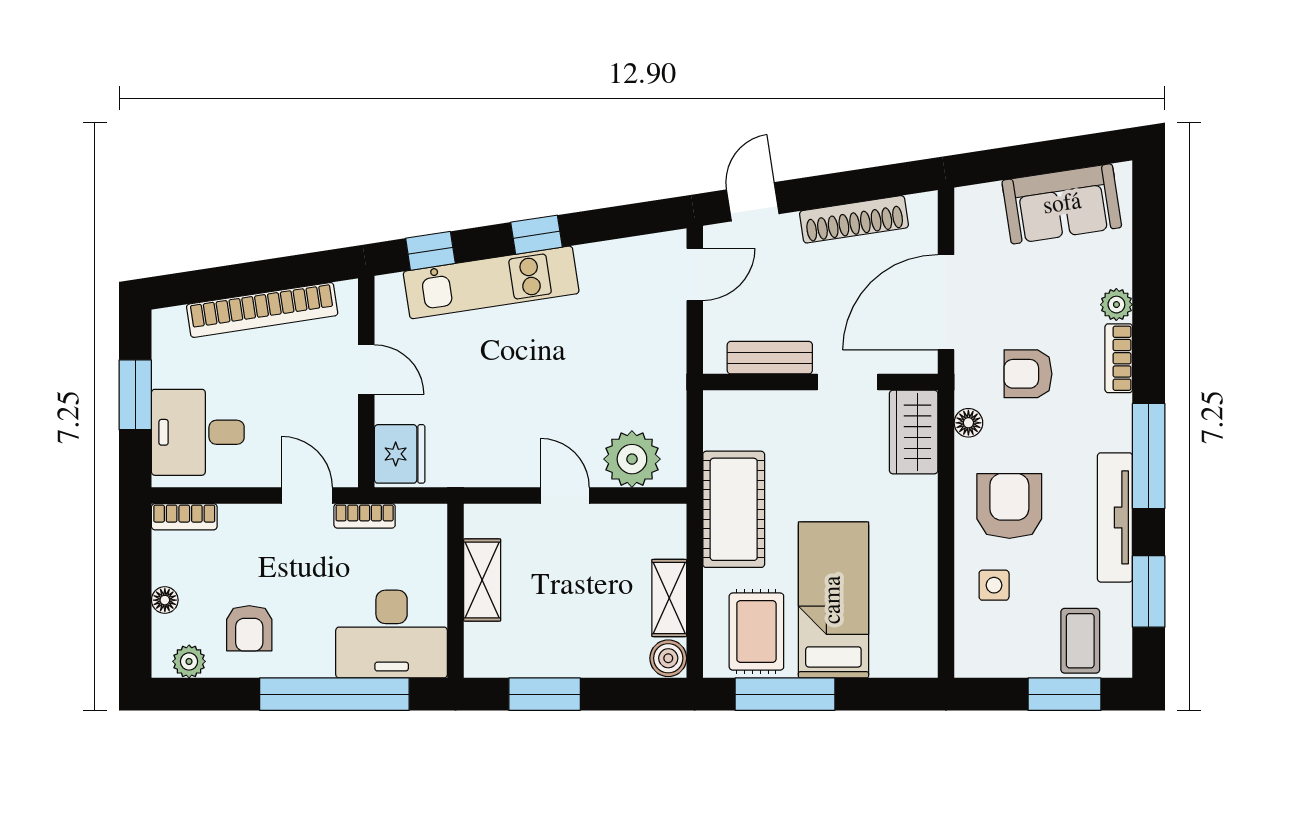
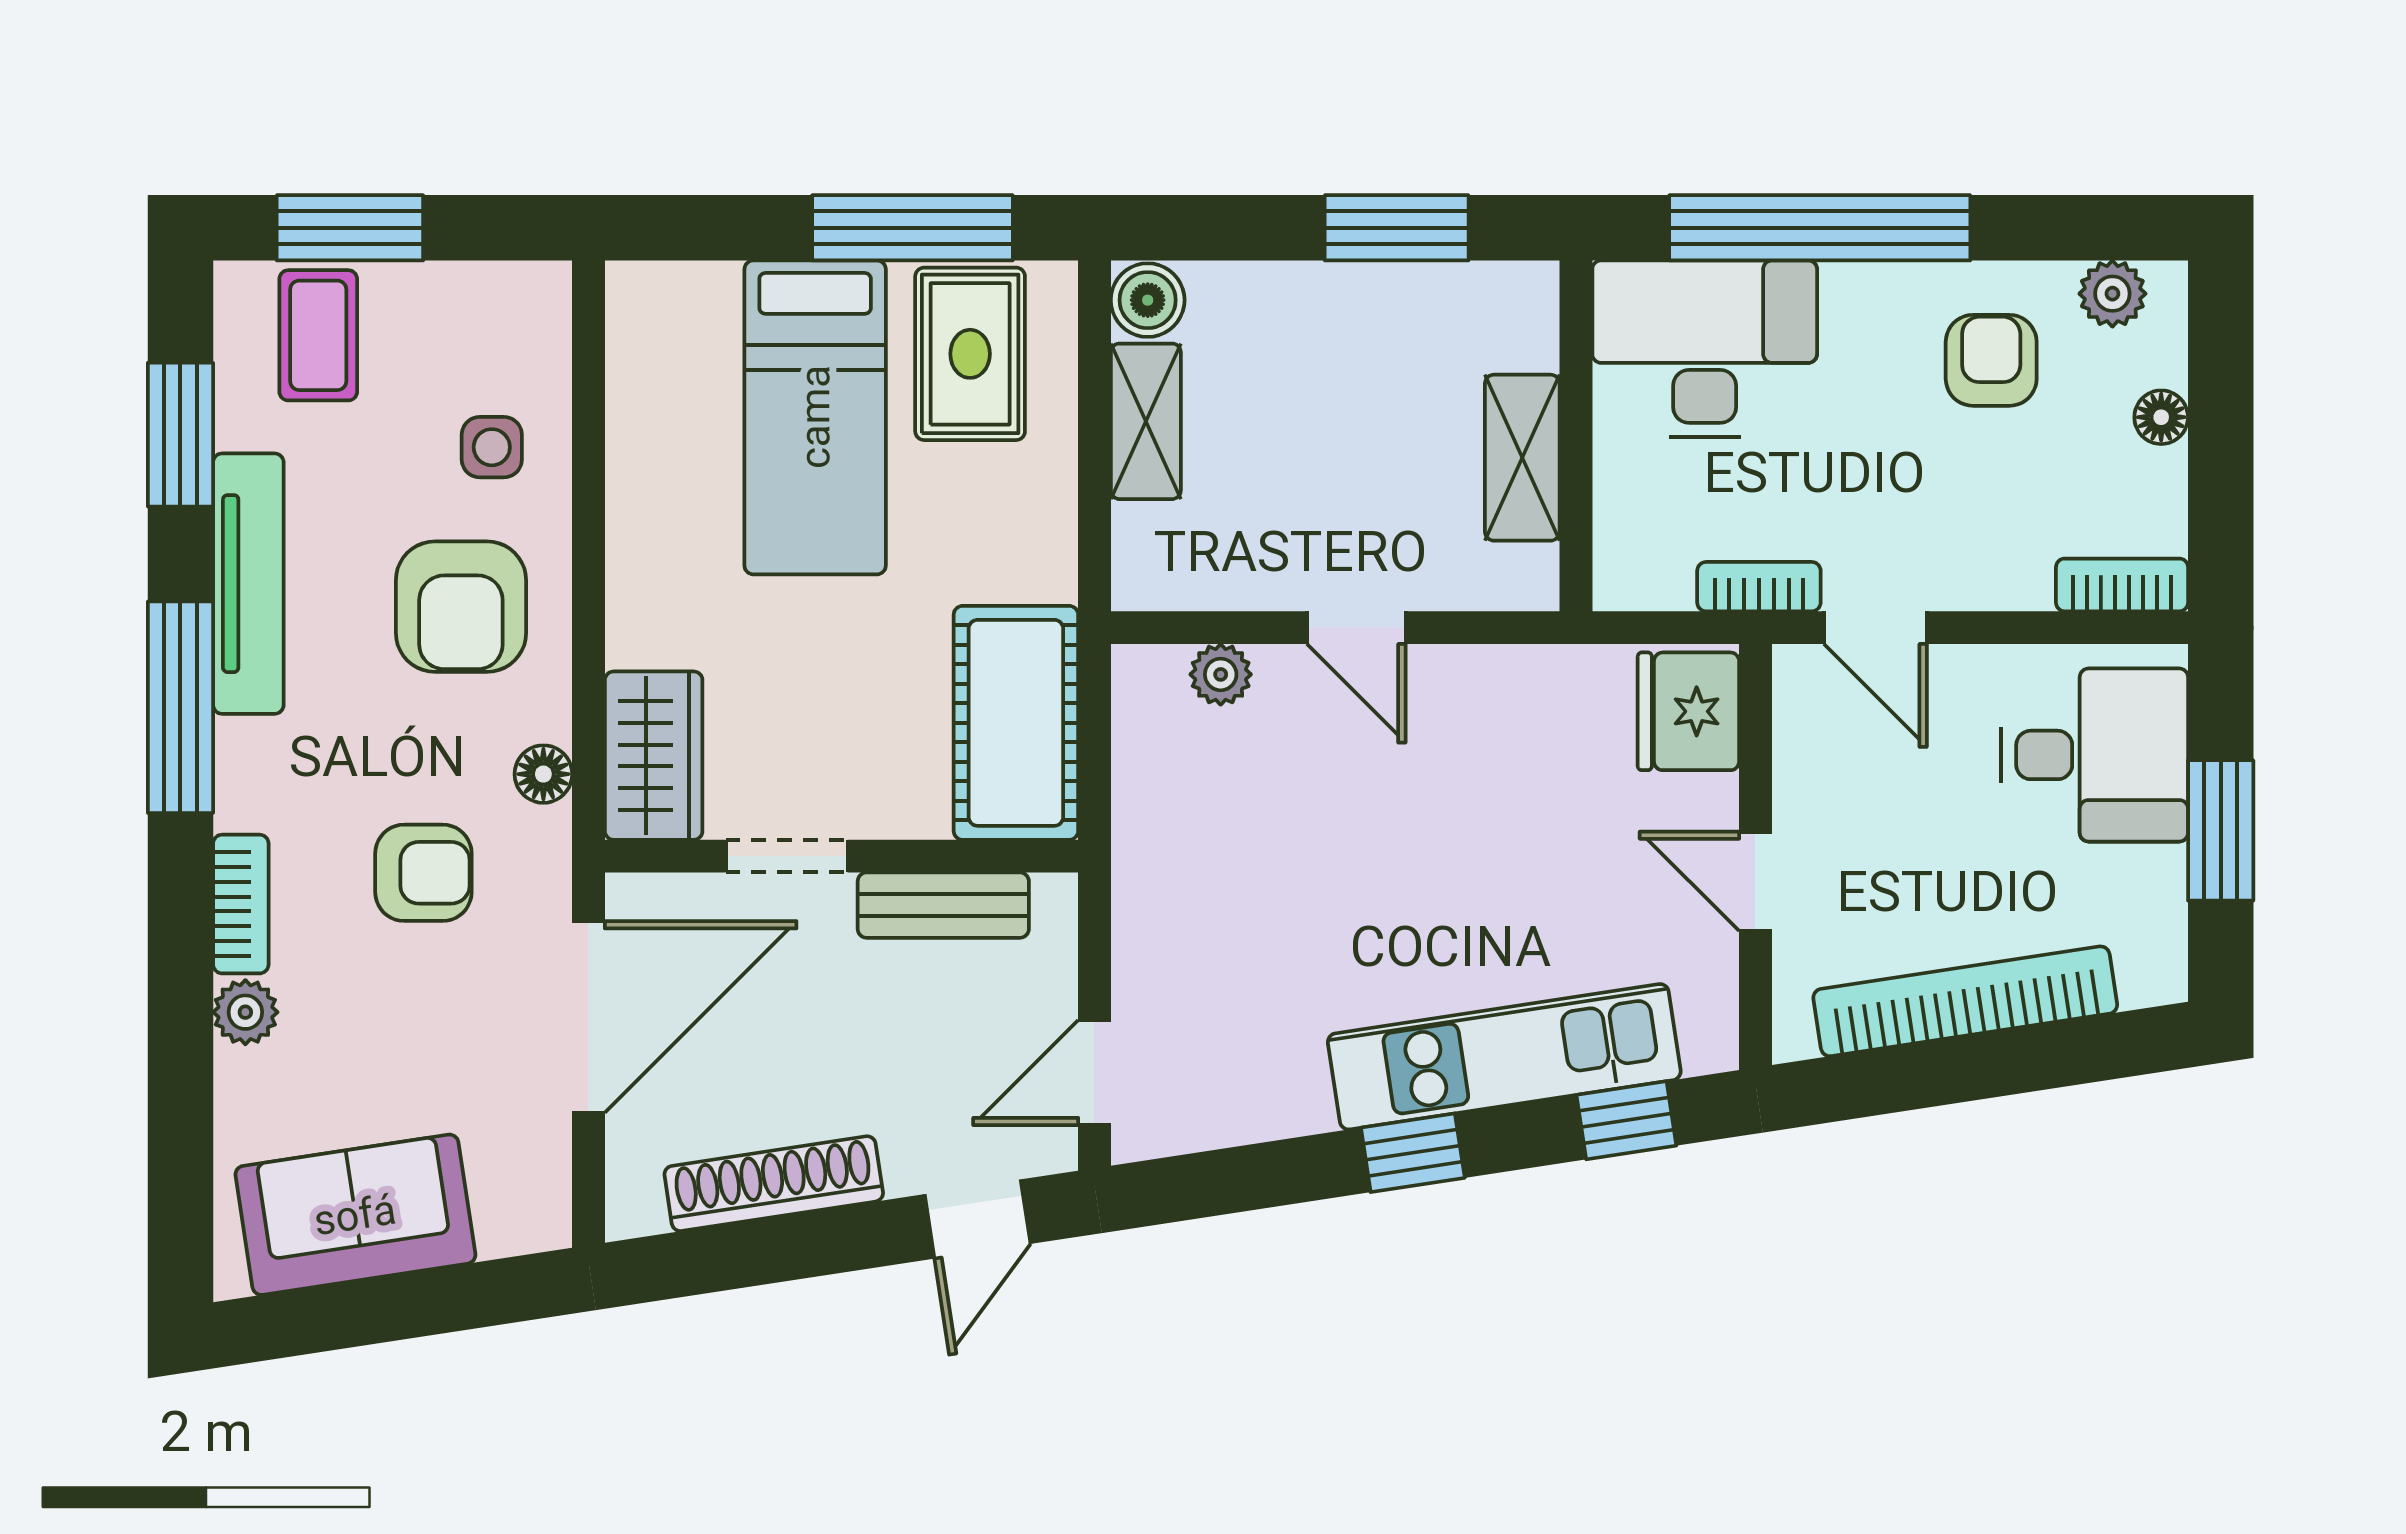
plant: (632, 459) -> (1221, 674), width x0.53, depth x0.53
cot: (734, 509) -> (1016, 723), moved

